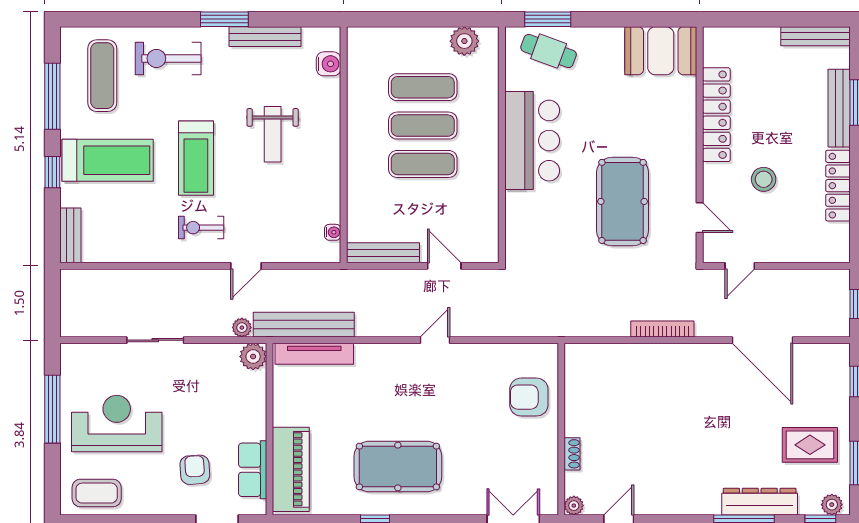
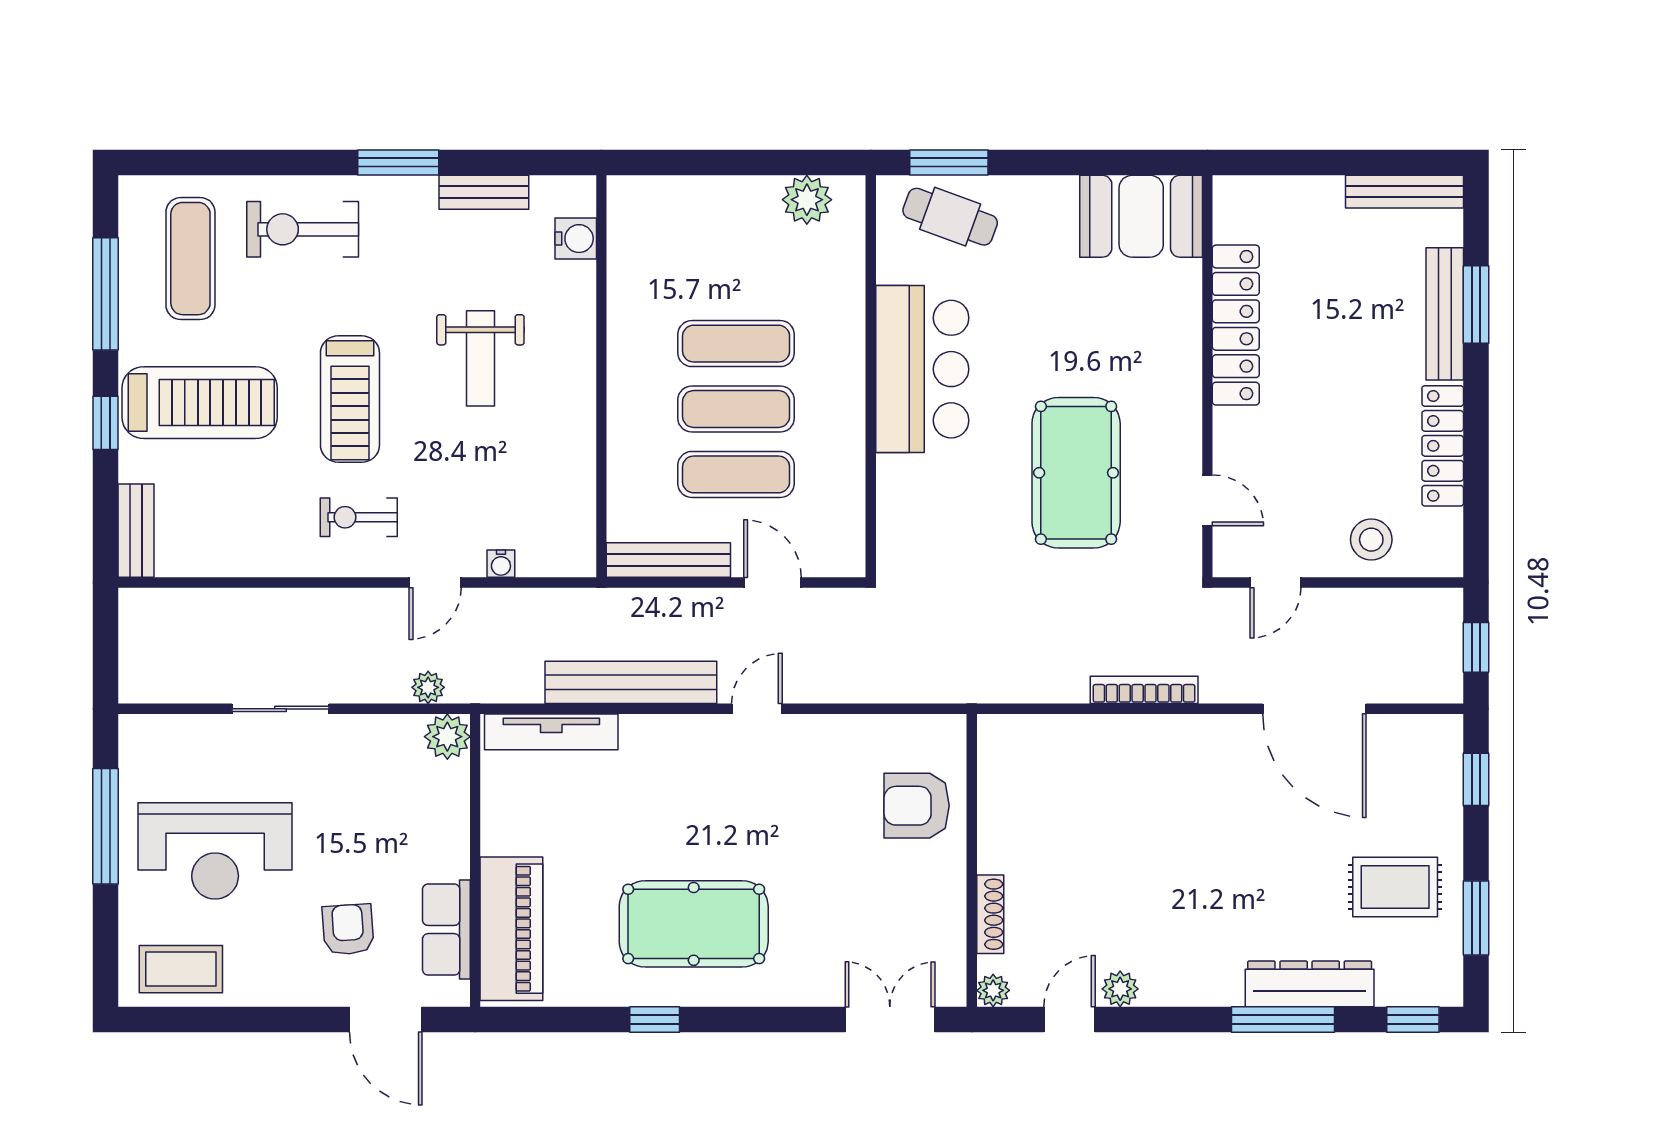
bench: (265, 37) -> (484, 192), width x0.73
exercise mat: (423, 87) -> (736, 474), moved
stool: (764, 179) -> (1371, 540), moved
water cooler: (333, 232) -> (501, 564), moved, turned 90
bench: (304, 325) -> (631, 682), moved
reception desk: (117, 424) -> (215, 851), turned 180
shoe rack: (572, 454) -> (990, 914), width x1.43
plant: (832, 505) -> (1120, 989), moved

